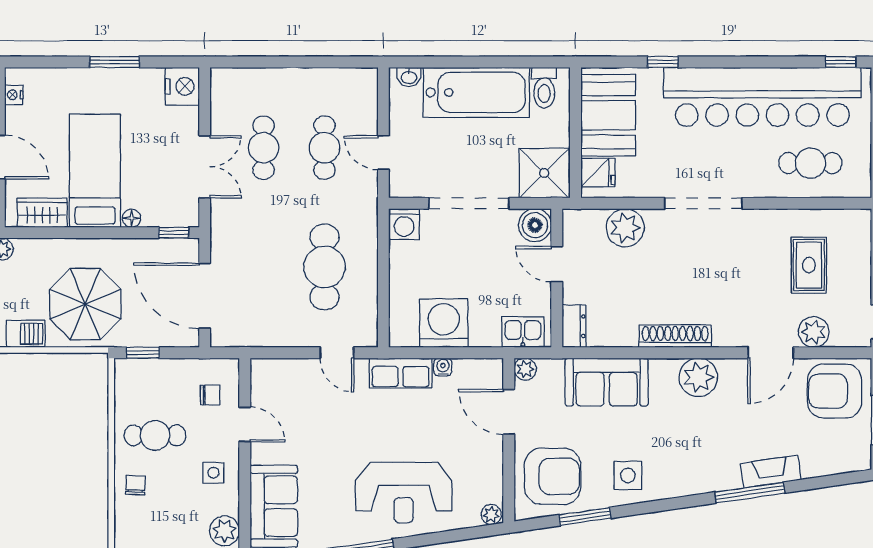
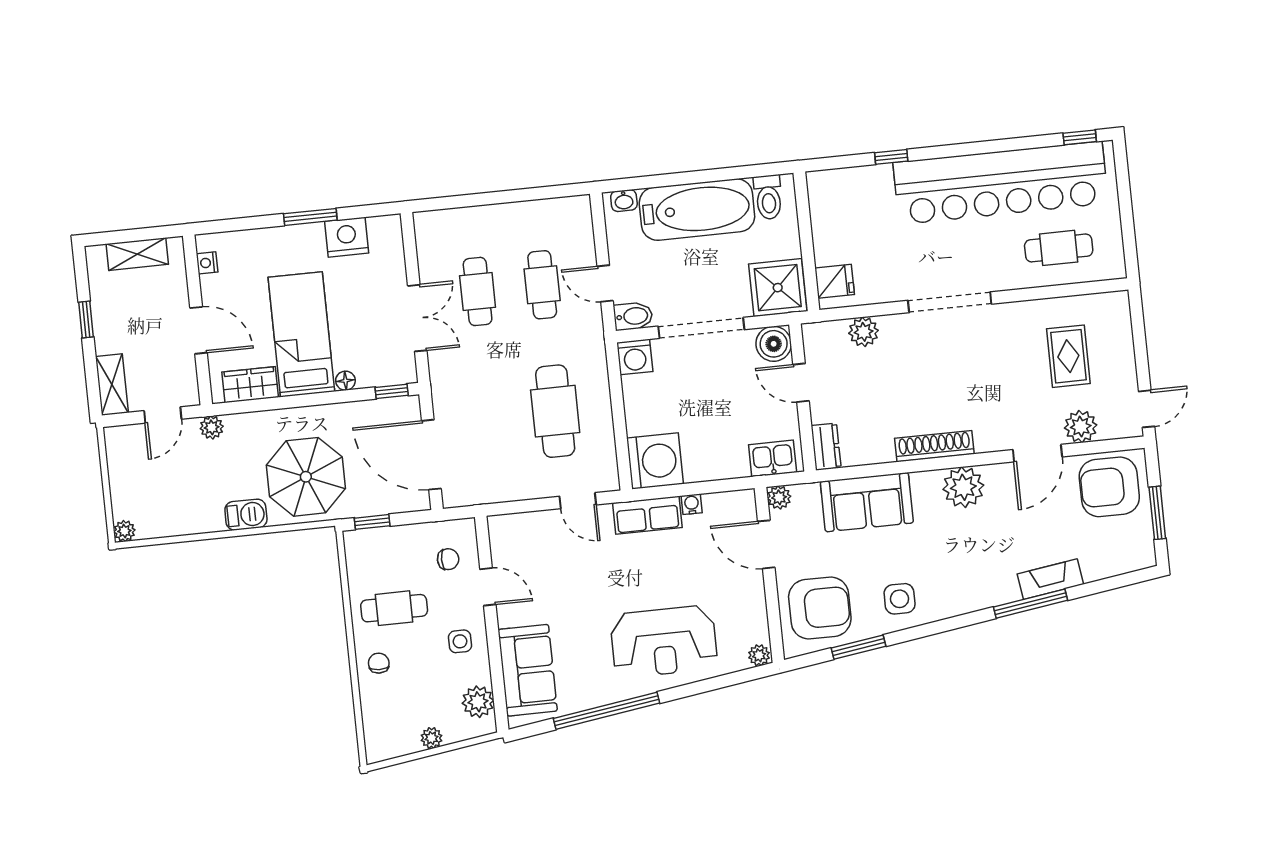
nightstand: (182, 86) -> (347, 237), moved, turned -90
booth: (608, 115) -> (839, 219), removed
bidet: (406, 186) -> (633, 316), added
plant: (625, 228) -> (864, 332), width x0.73, depth x0.73
washing machine: (444, 323) -> (655, 461), moved, turned 90

